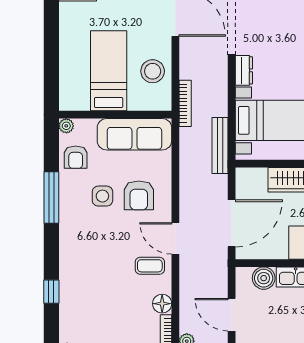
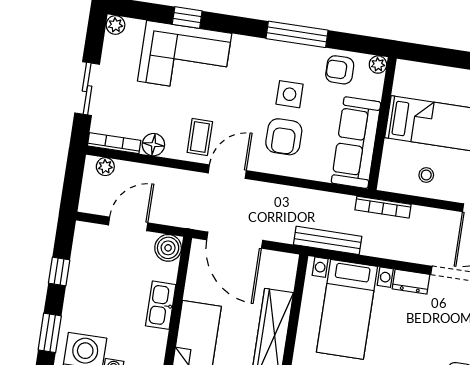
stool: (153, 71) -> (426, 175), width x0.53, depth x0.53
armchair: (139, 195) -> (284, 137), turned -90
boiler: (264, 278) -> (168, 248), moved
corner sofa: (85, 289) -> (185, 57), added

